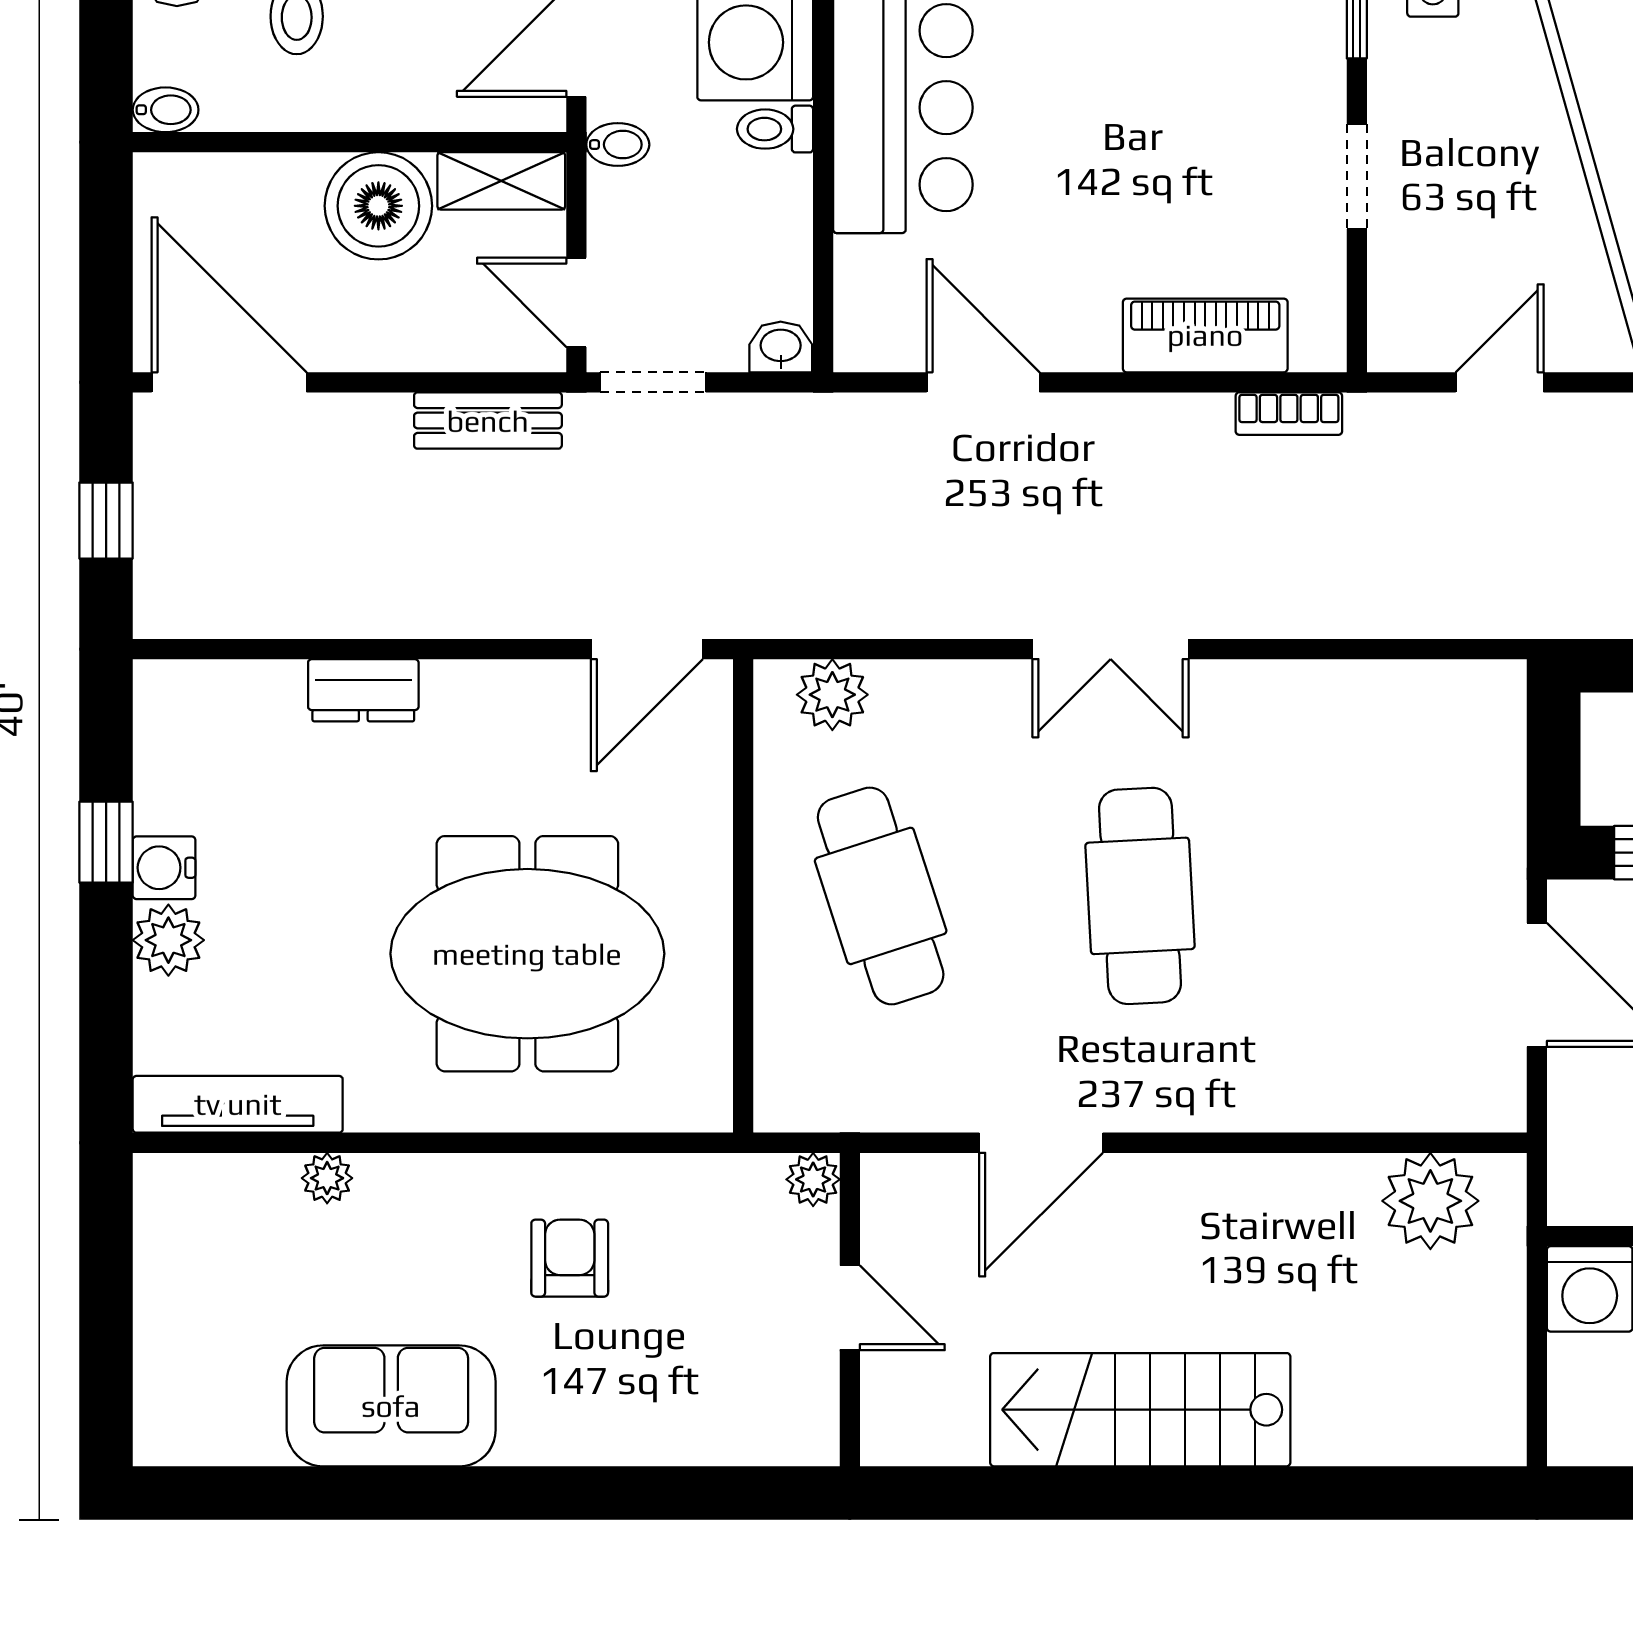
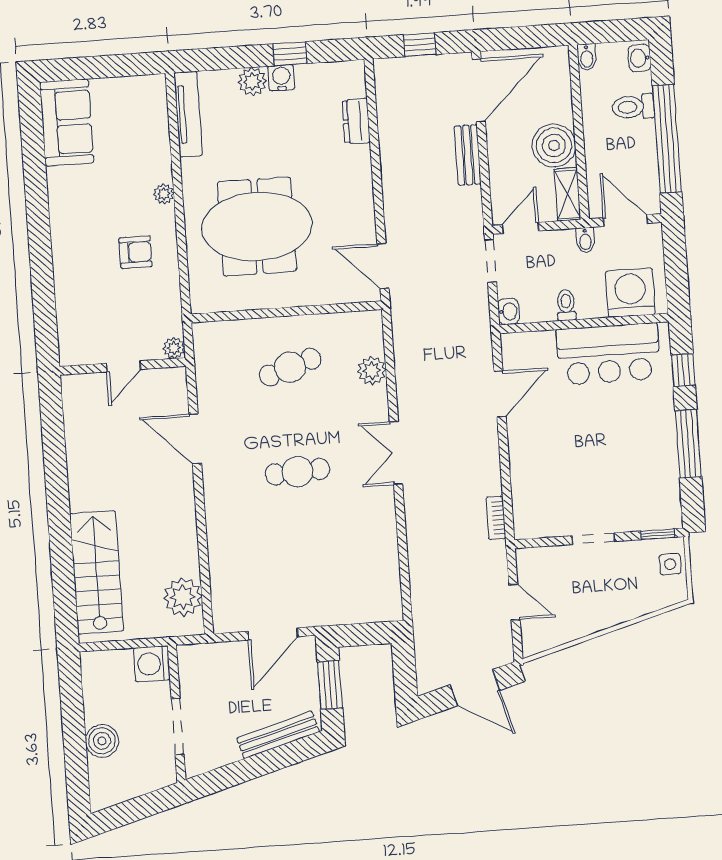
toilet: (775, 129) -> (566, 305), moved
piano: (1205, 335) -> (525, 482), removed
bench: (488, 421) -> (468, 155), moved
dresser: (363, 690) -> (356, 121), moved
plant: (832, 695) -> (372, 371), moved
cafe table: (881, 896) -> (290, 367), width x0.73, depth x0.74
cafe table: (1140, 896) -> (297, 472), width x0.73, depth x0.74
meeting table: (527, 954) -> (257, 227), turned 90
plant: (327, 1178) -> (164, 194), moved
sofa: (391, 1406) -> (67, 122), moved
stairs: (1140, 1410) -> (97, 572), moved

